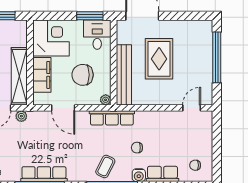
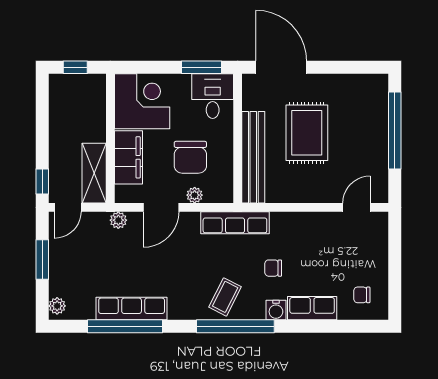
chair: (83, 75) -> (190, 157), turned -90
shelving: (19, 76) -> (94, 173), width x0.68
plant: (106, 100) -> (195, 195), moved
door: (63, 108) -> (161, 207), hinge flipped
plant: (21, 116) -> (118, 220), moved

